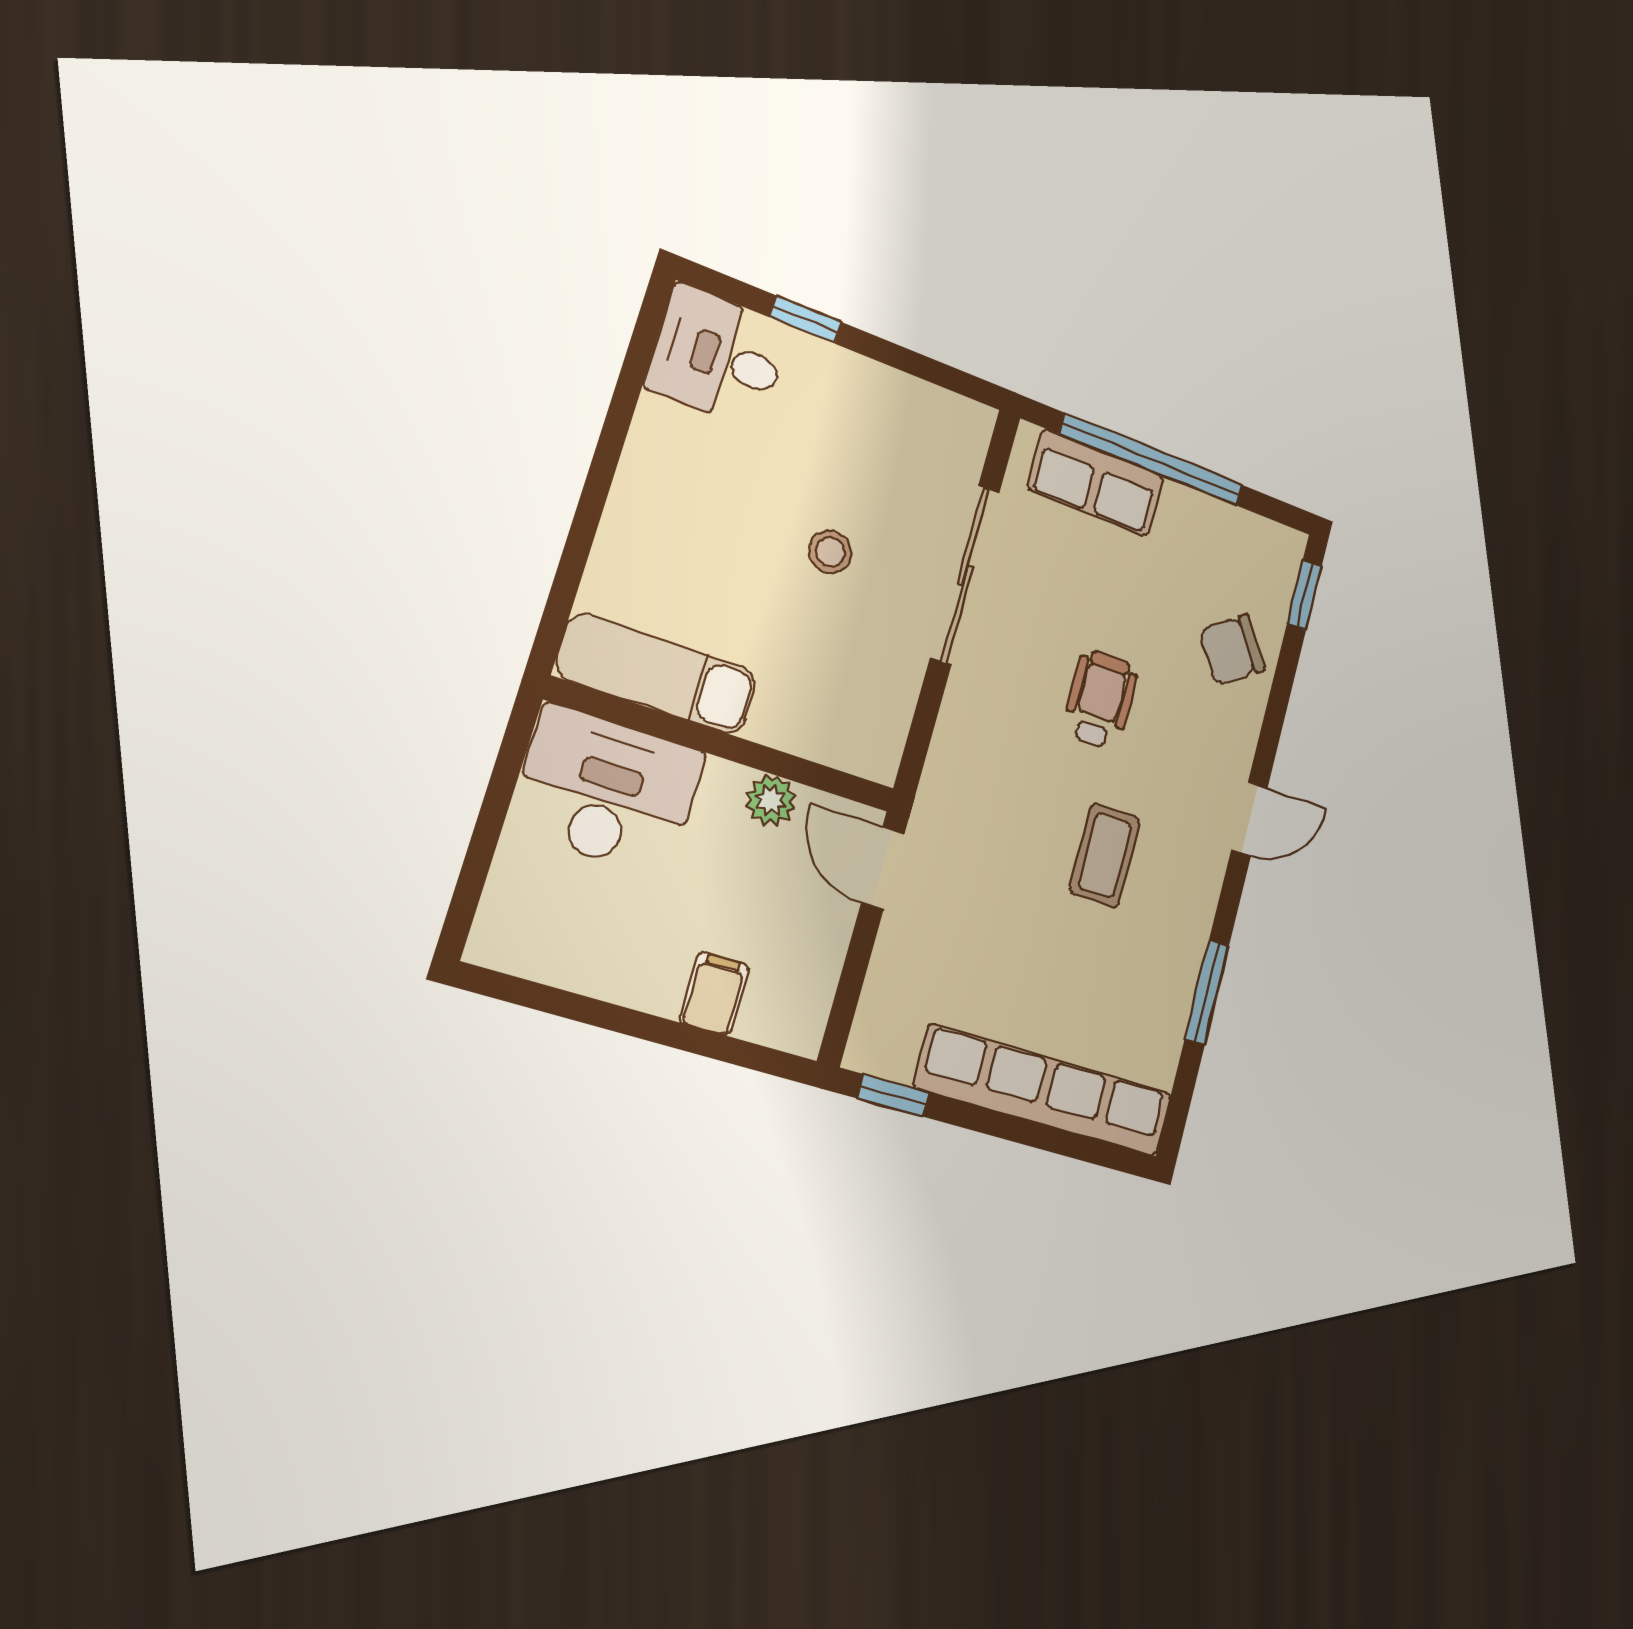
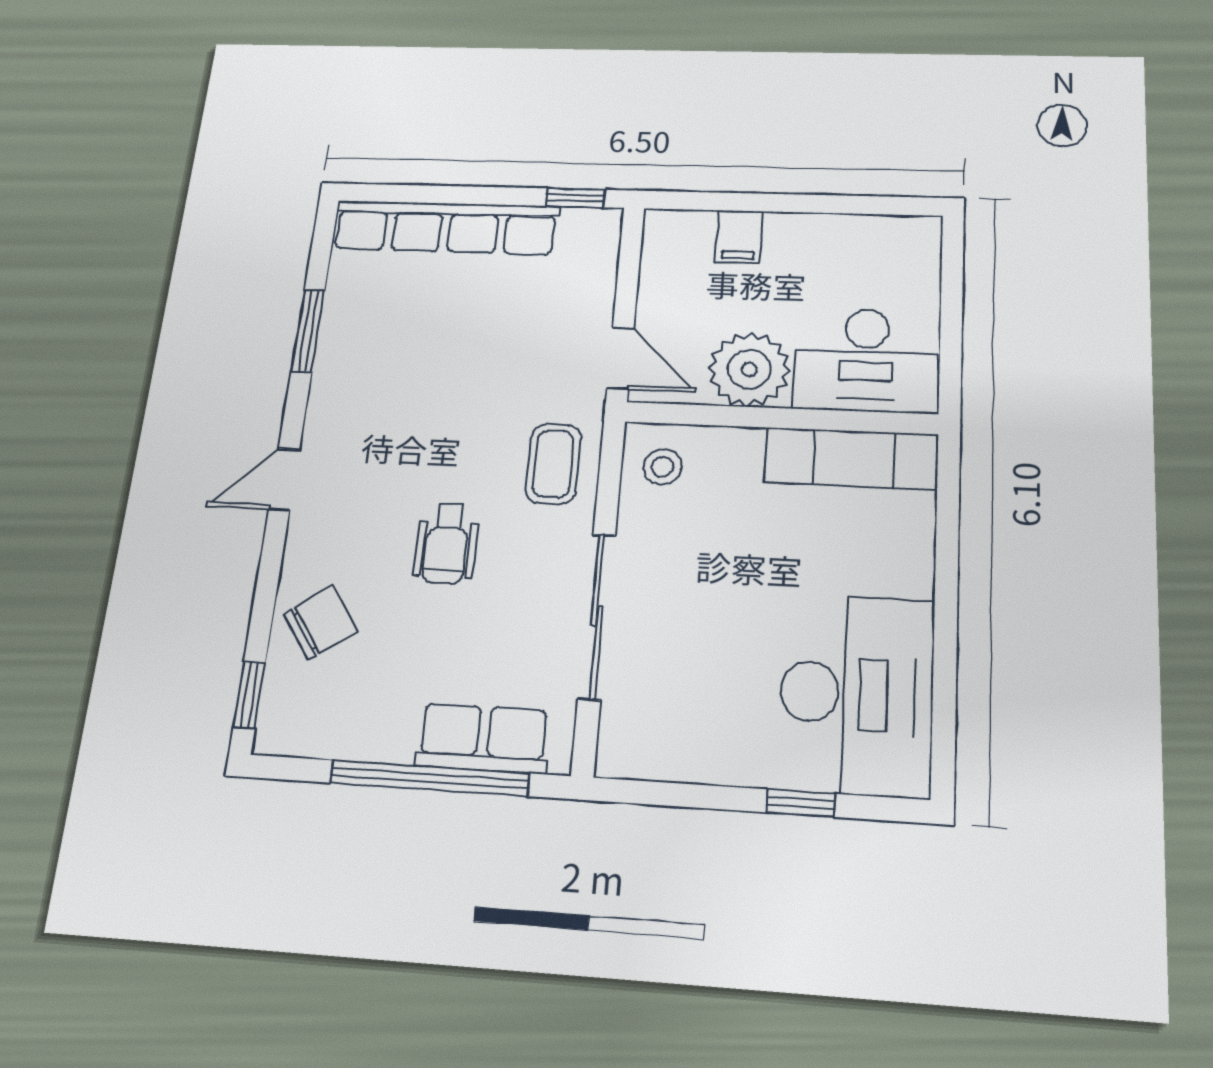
desk: (718, 357) -> (856, 694), width x1.87, depth x1.30
stool: (830, 552) -> (662, 467), moved
plant: (771, 801) -> (749, 369), width x1.87, depth x1.87
coffee table: (1105, 855) -> (553, 464), moved

